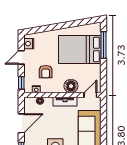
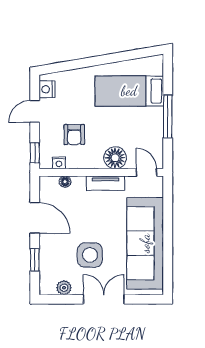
window: (104, 45) -> (168, 117), moved
bed: (80, 50) -> (129, 91), width x0.67
door: (90, 95) -> (147, 172), hinge flipped
door: (21, 123) -> (35, 218), hinge flipped

